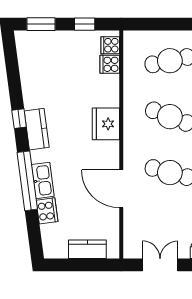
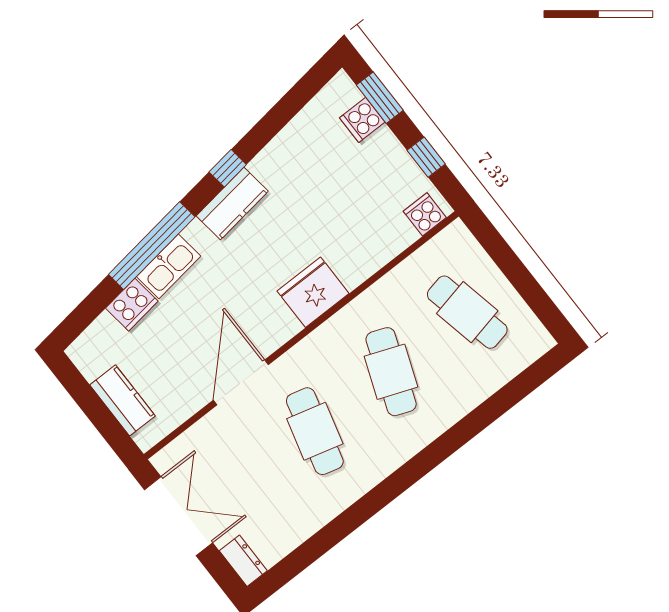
cooker: (110, 64) -> (362, 120), moved, turned -90
double door: (160, 265) -> (179, 516), width x1.37

